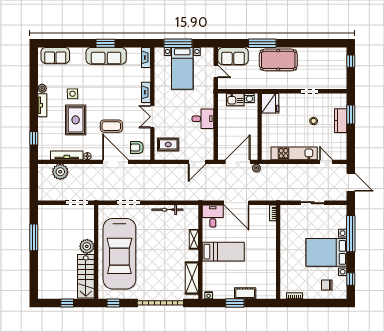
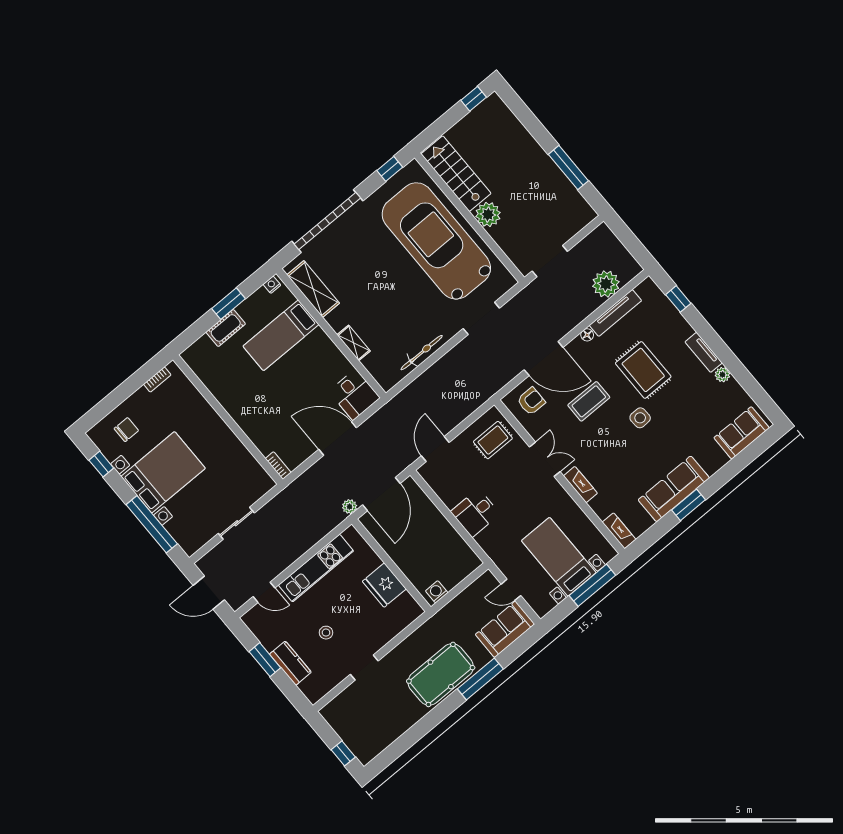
side table: (73, 94) -> (640, 418), moved
kitchen sink: (235, 100) -> (454, 574), removed
fridge: (270, 103) -> (384, 585), moved
window: (351, 114) -> (265, 660), moved
bed: (223, 252) -> (281, 335), moved
window: (67, 303) -> (474, 99), moved

